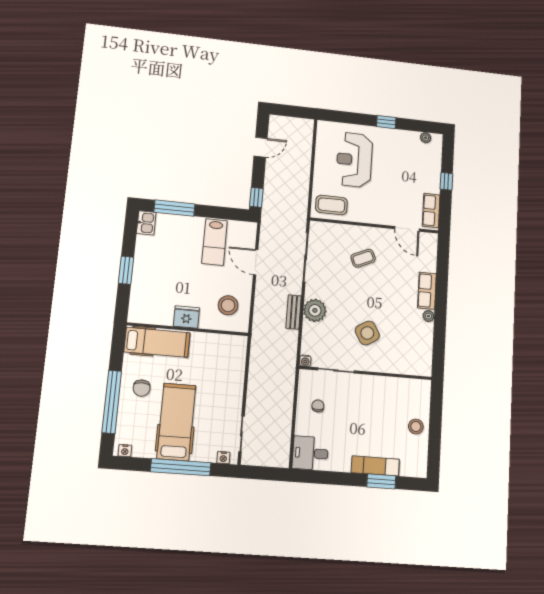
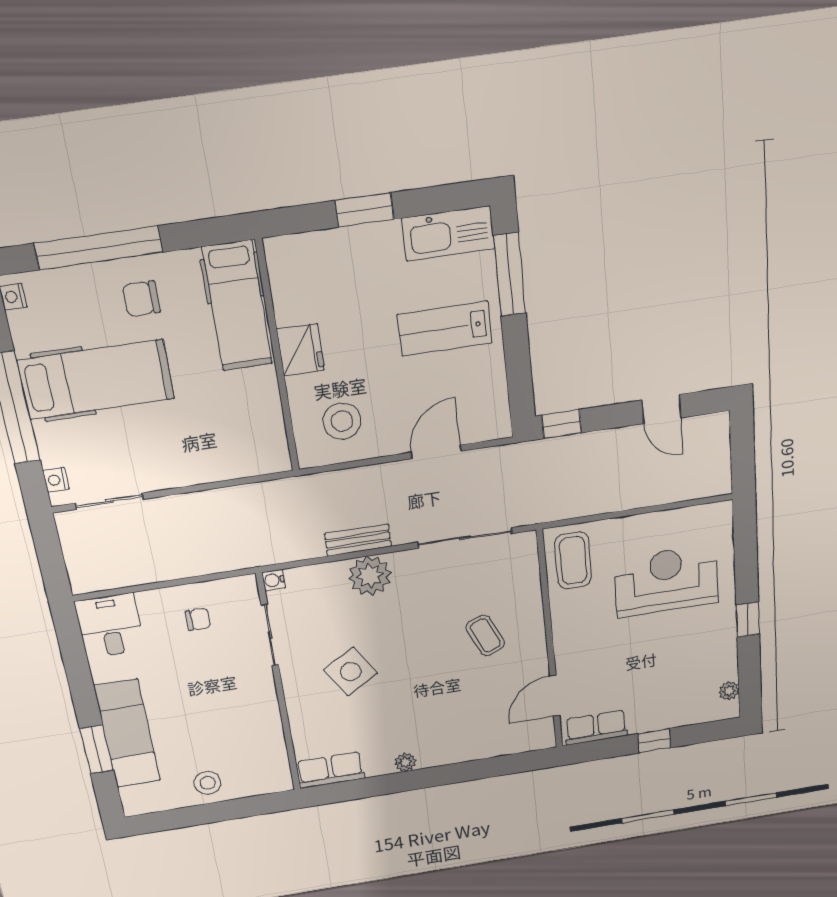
kitchen sink: (146, 223) -> (448, 233), width x1.87, depth x1.24
lab bench: (215, 242) -> (445, 329), moved
row of seats: (427, 291) -> (330, 770), moved
exam couch: (375, 466) -> (127, 733), width x1.36, depth x1.45

